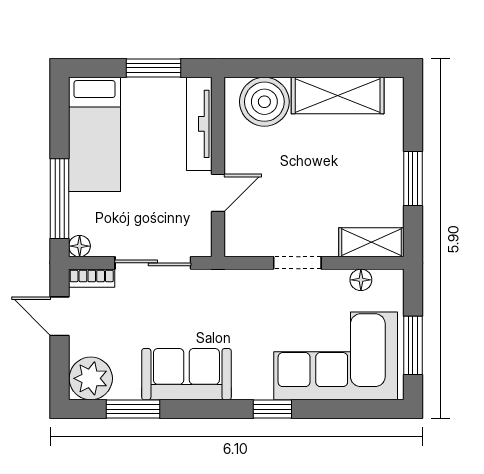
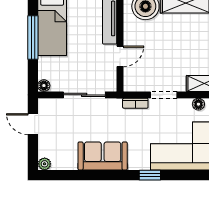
window: (60, 199) -> (33, 38), moved
bookcase: (92, 278) -> (135, 103), moved
plant: (91, 378) -> (45, 164), width x0.53, depth x0.53
window: (133, 409) -> (73, 175), removed

